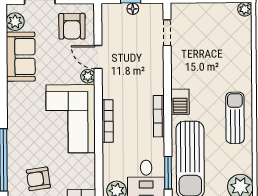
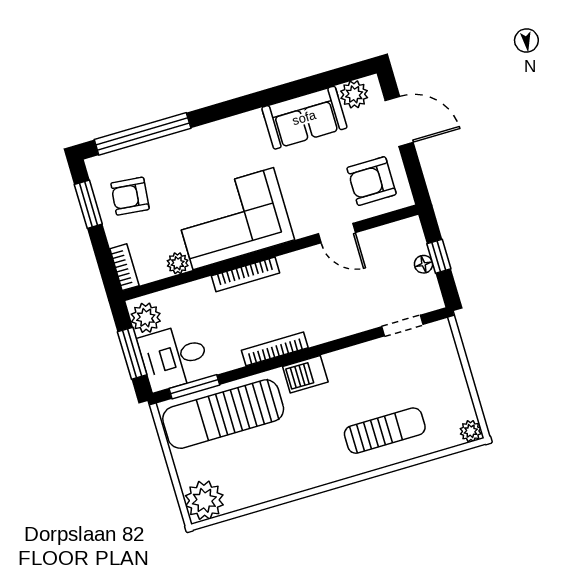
door: (98, 57) -> (337, 233), swing flipped
plant: (88, 76) -> (178, 263), moved
sun lounger: (235, 118) -> (385, 431), moved
armchair: (38, 179) -> (130, 196), turned -76

